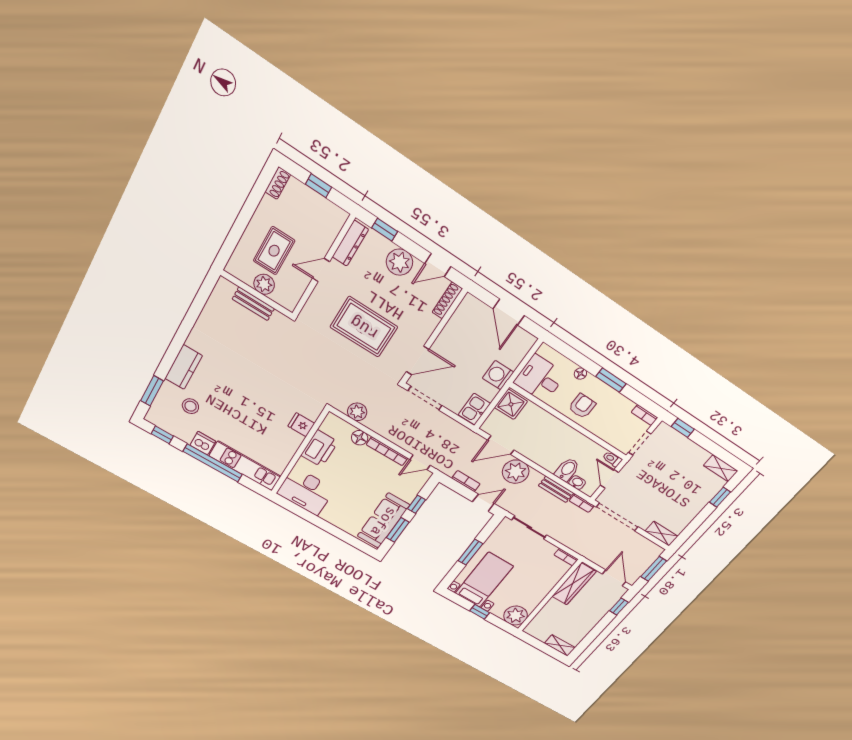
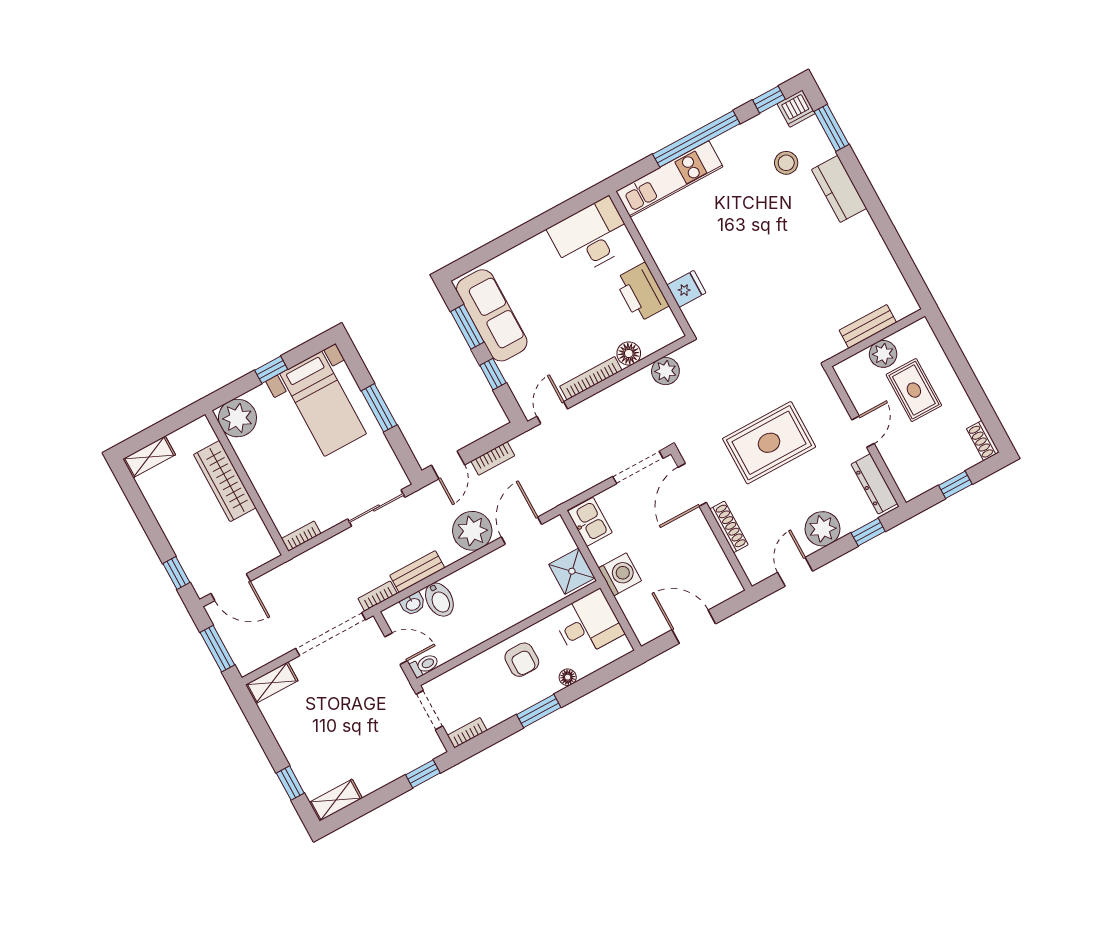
shoe rack: (447, 300) -> (729, 527), moved
dishwasher: (203, 443) -> (796, 109), moved
wardrobe: (574, 584) -> (225, 481), moved

